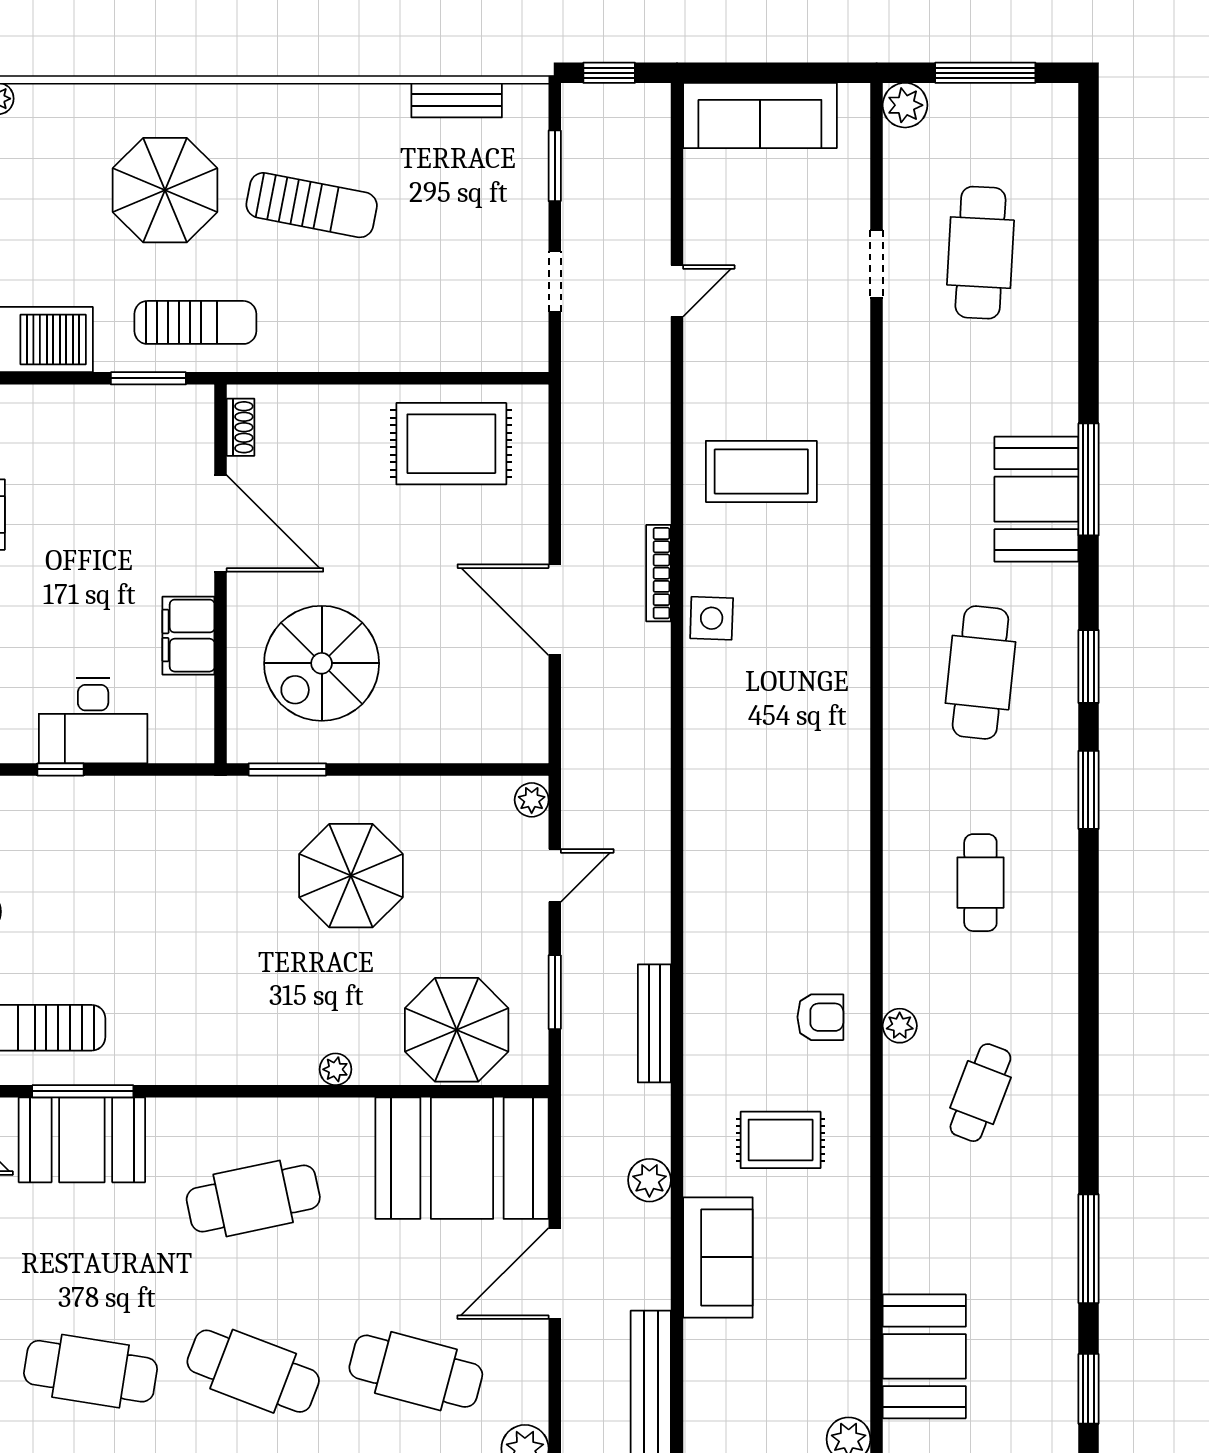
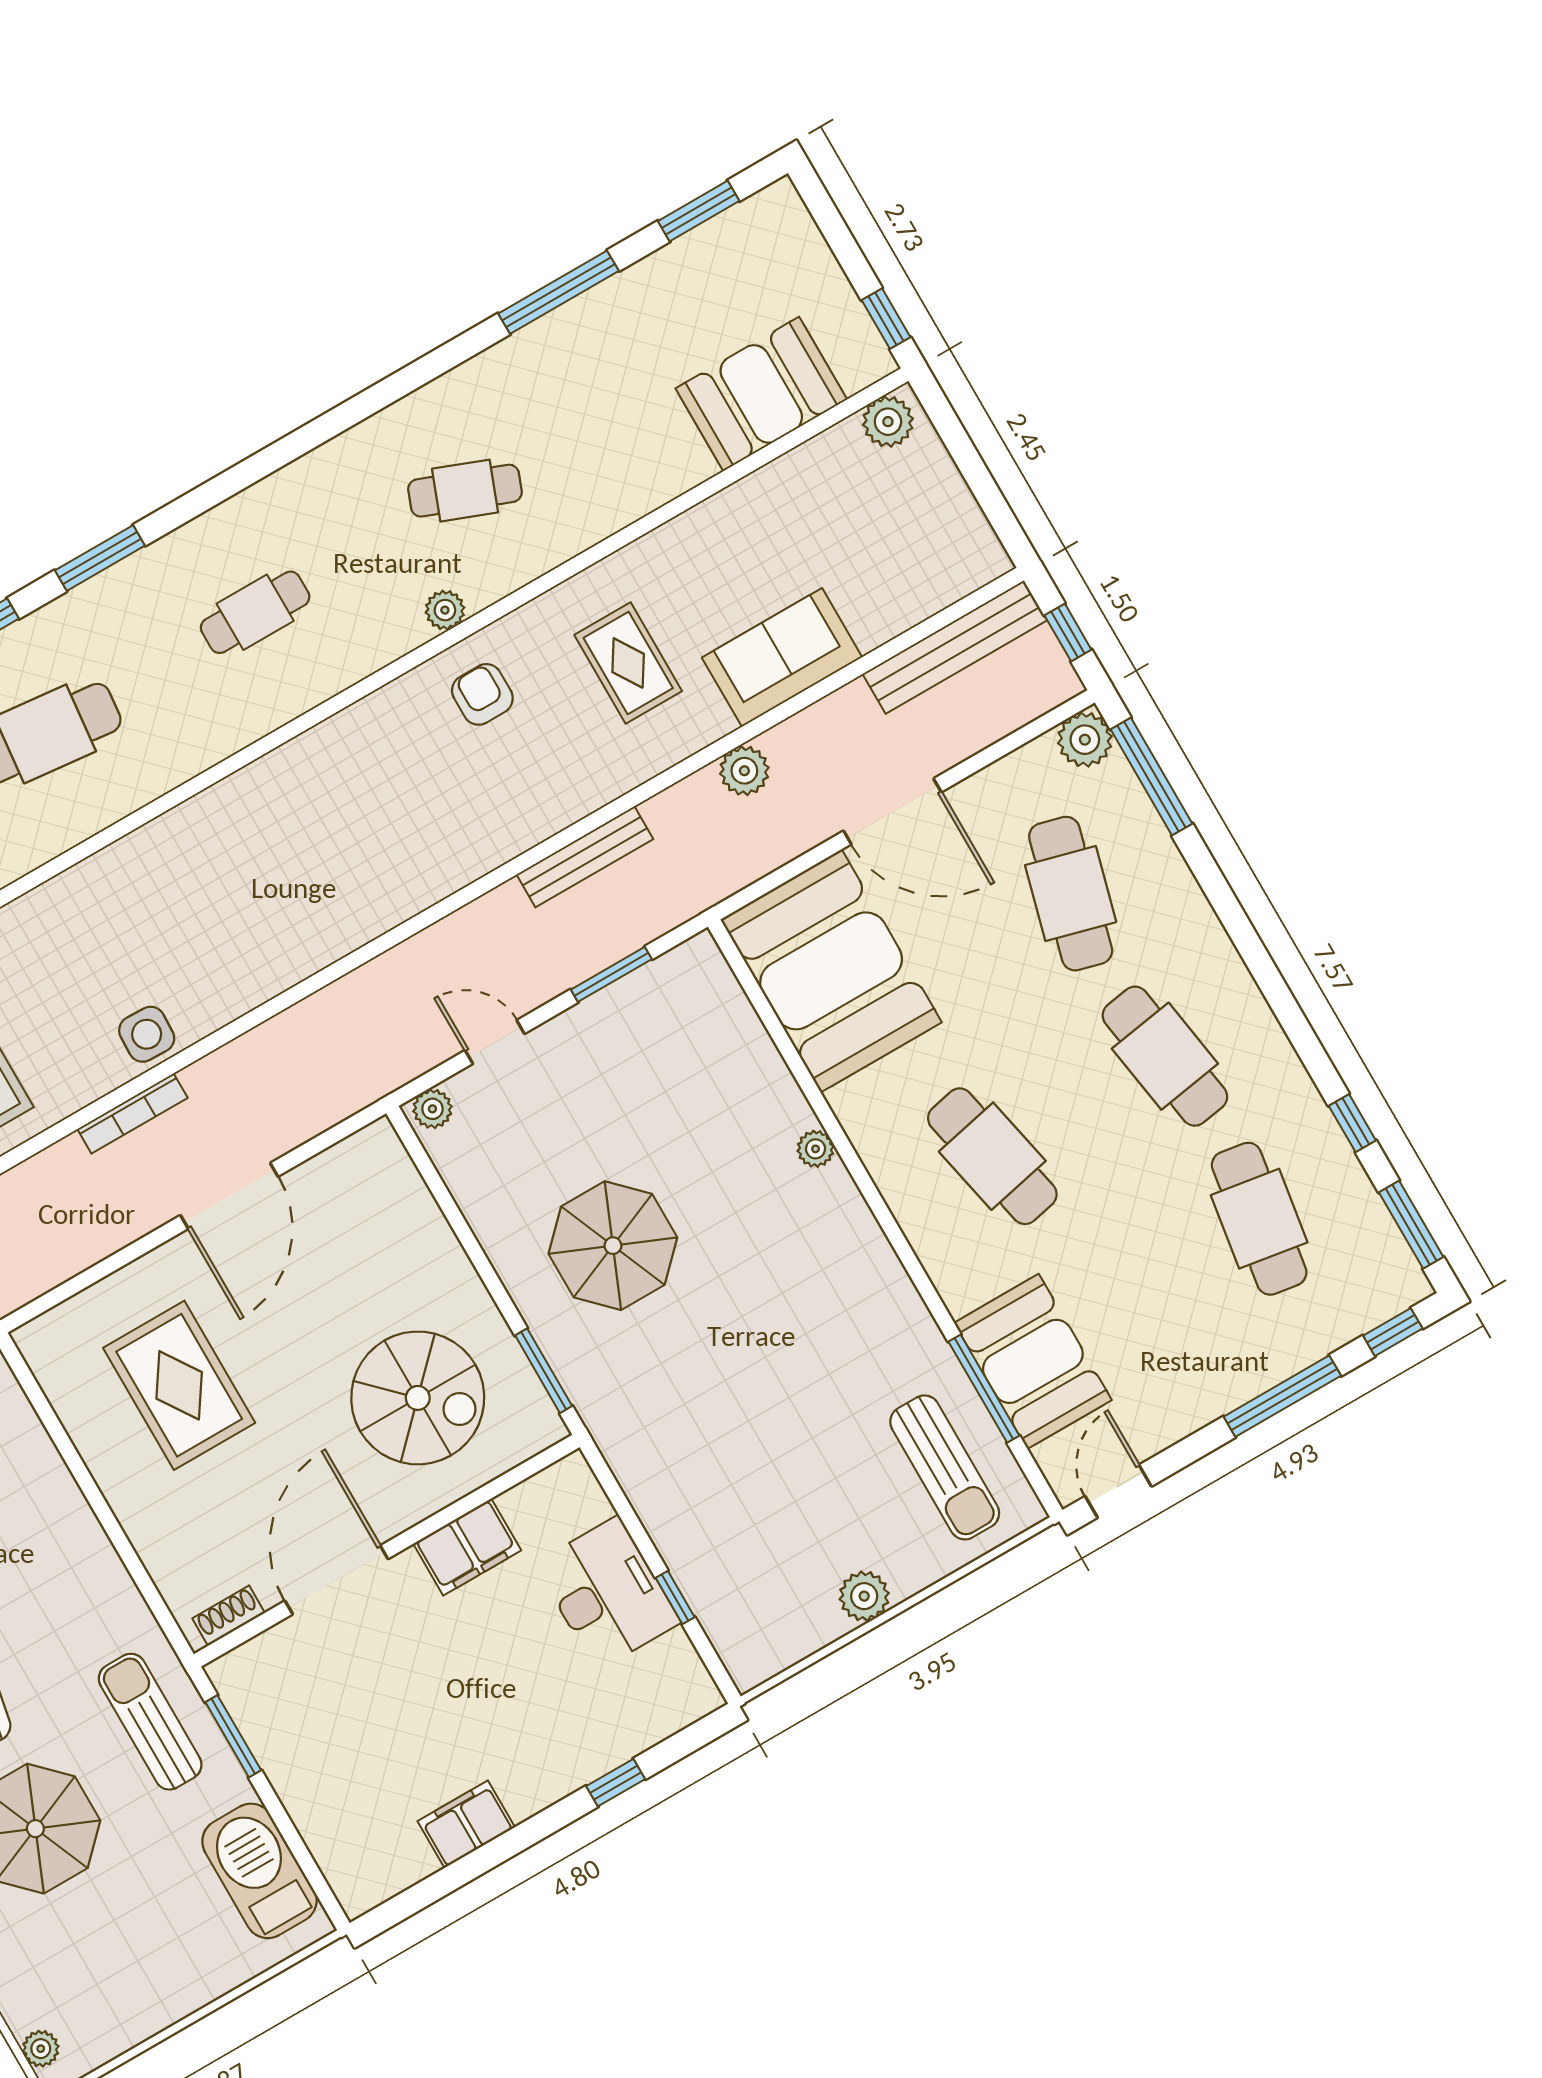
rug: (451, 444) -> (179, 1385), moved
parasol: (457, 1030) -> (706, 1051), removed
cafe table: (253, 1371) -> (1165, 1056), turned -30

